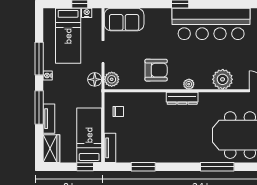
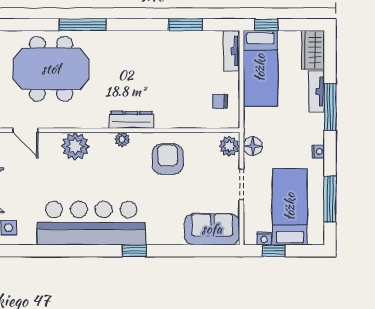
window: (39, 59) -> (330, 199), moved
armchair: (156, 70) -> (168, 159), turned 90

